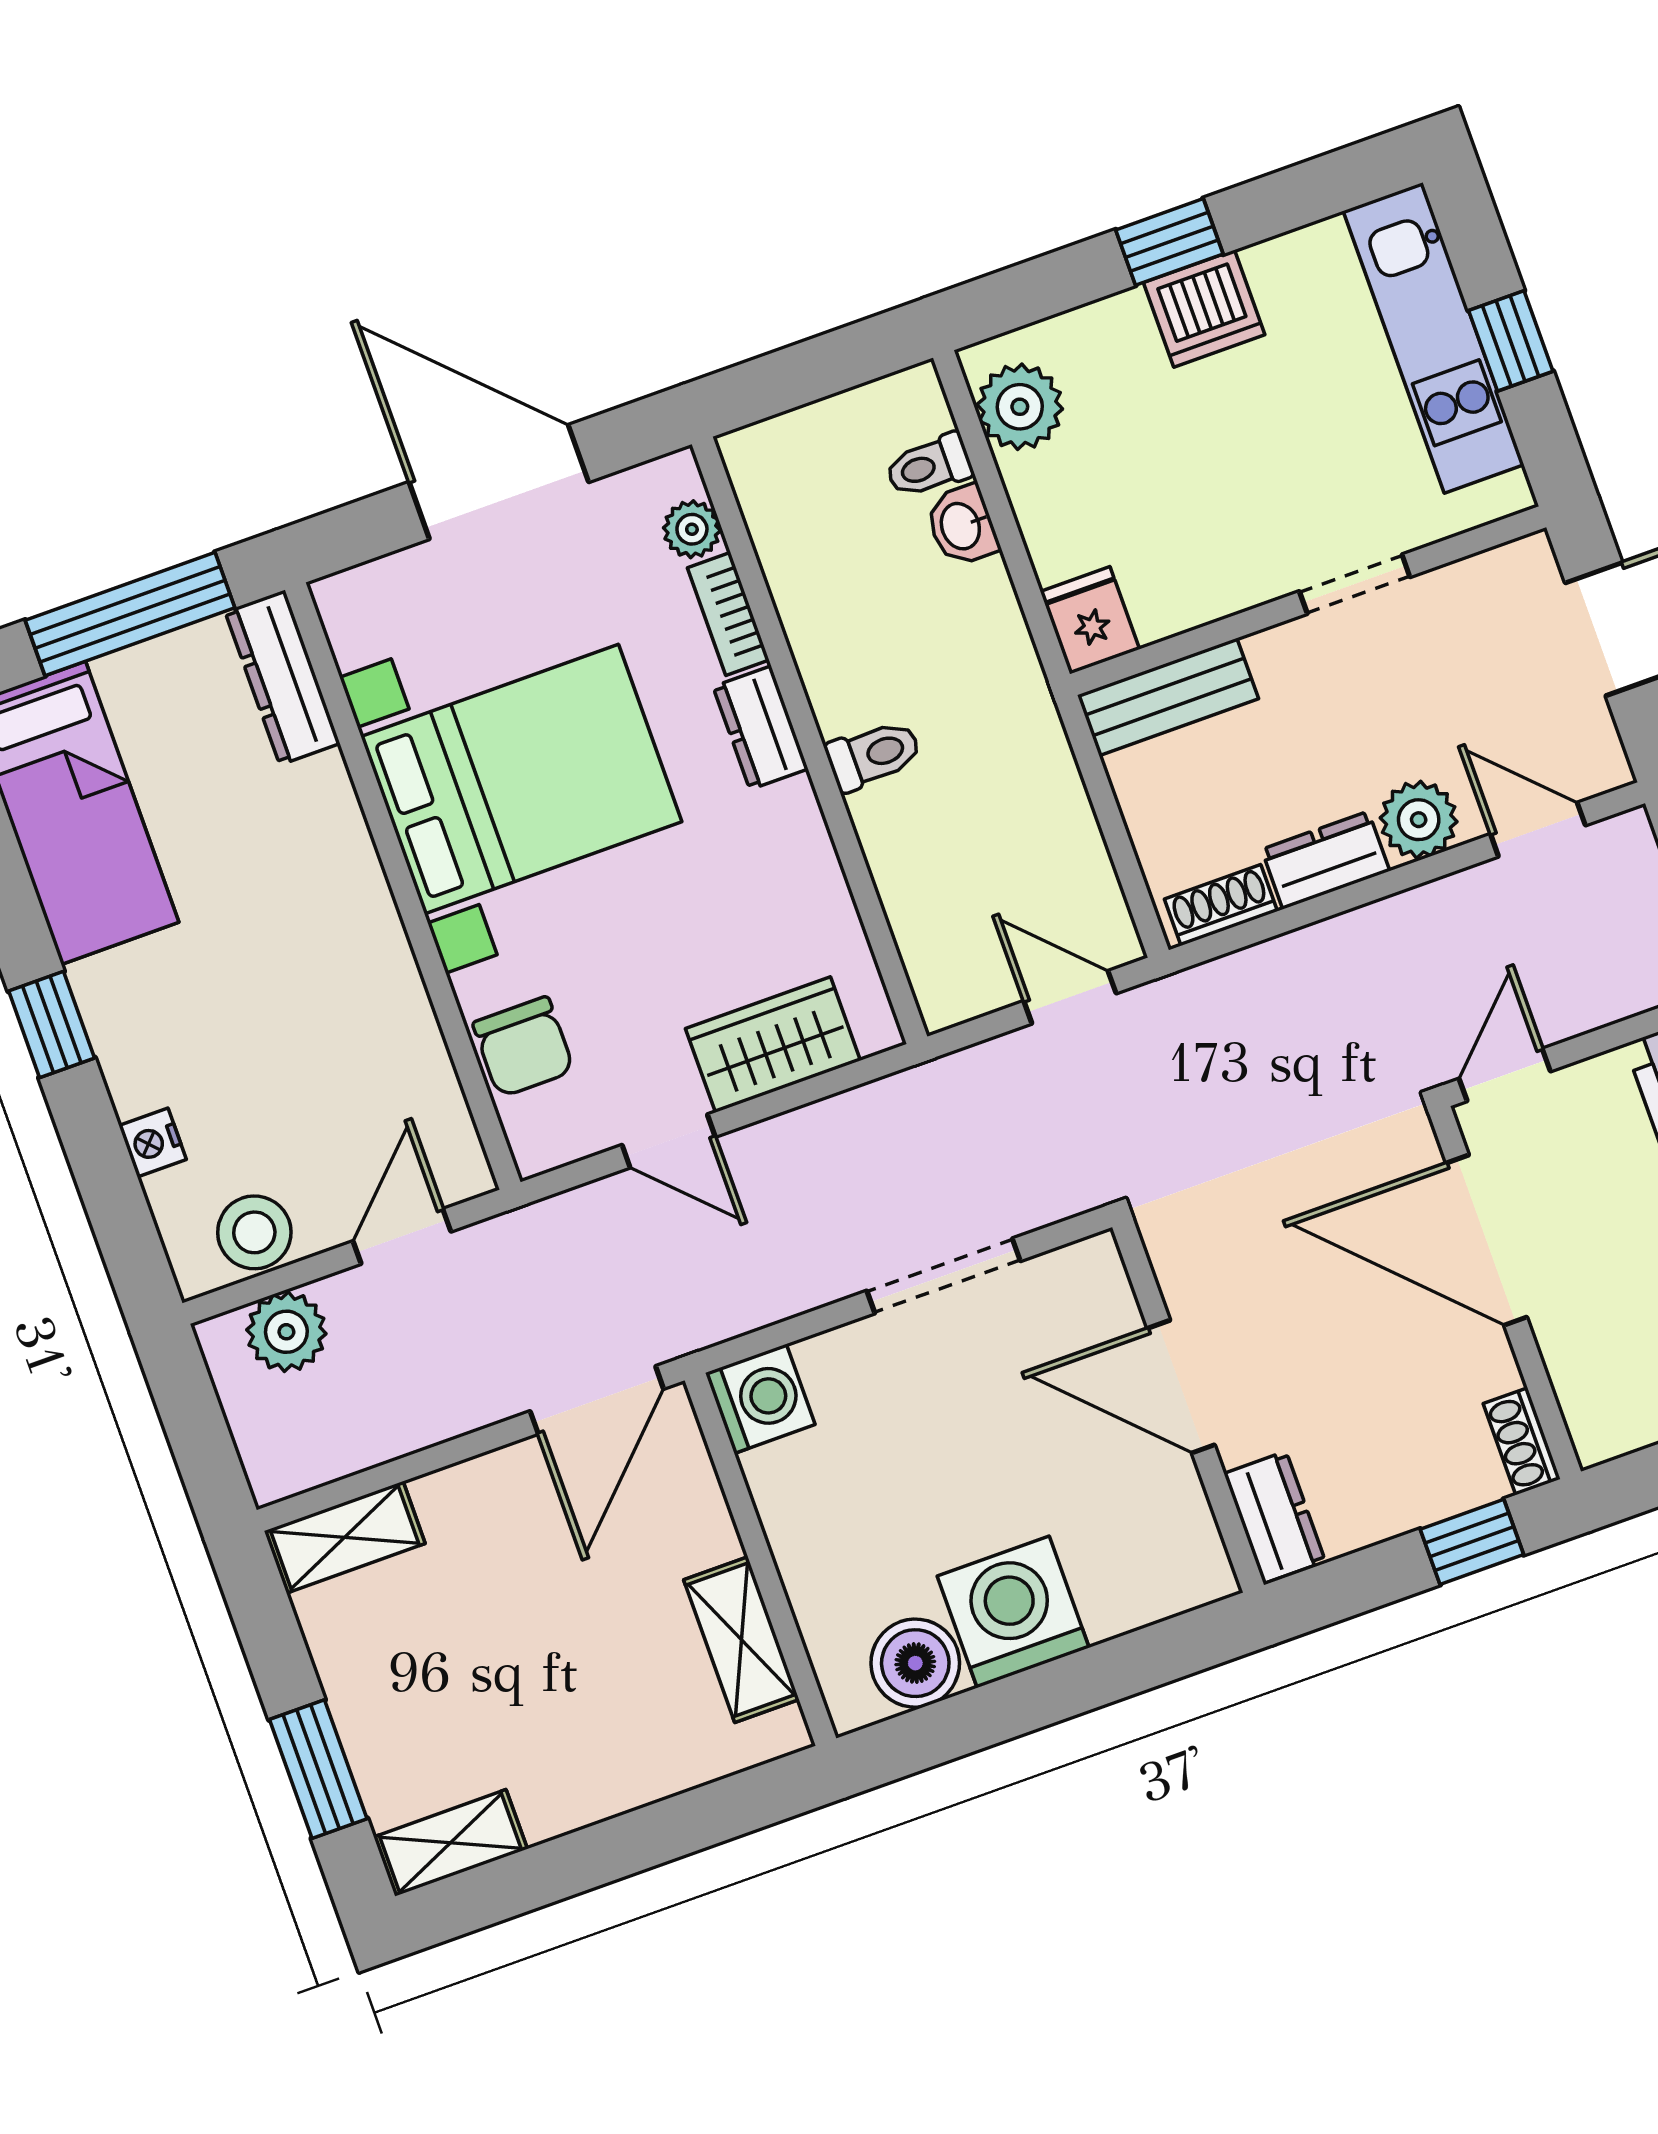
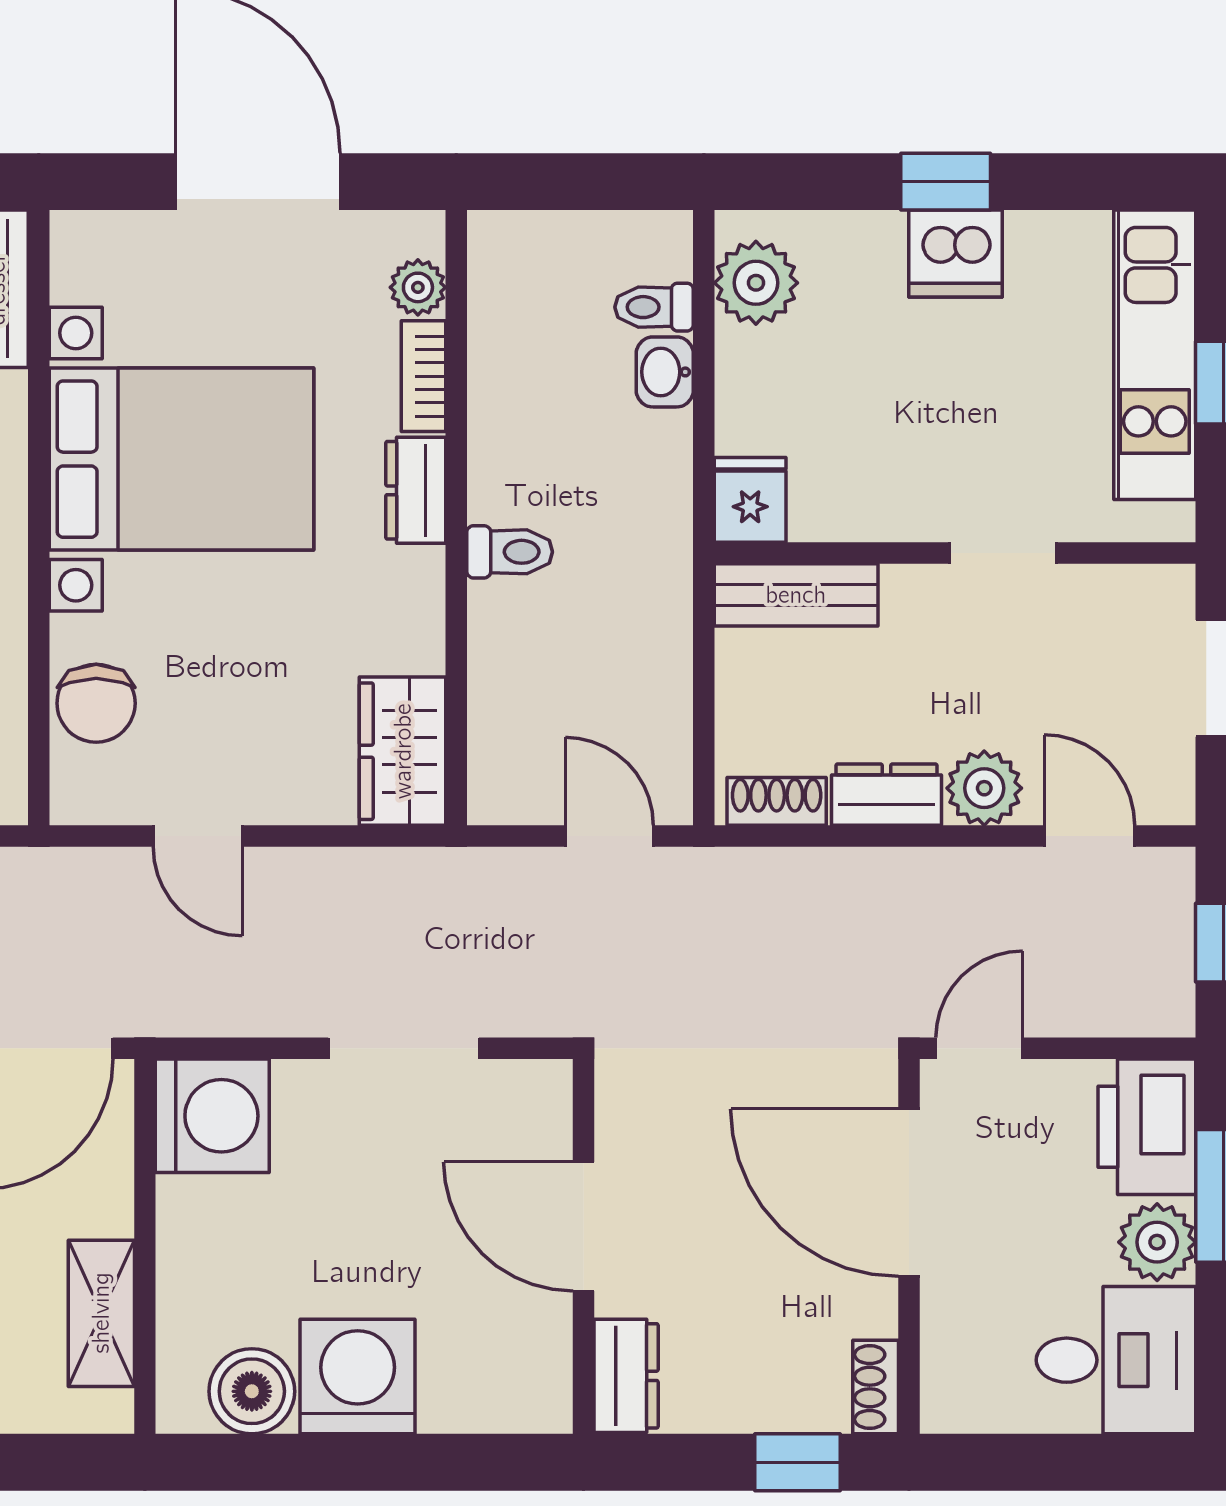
wardrobe: (773, 1045) -> (403, 751), moved, turned -90
washing machine: (760, 1399) -> (212, 1116), width x1.37, depth x1.37

